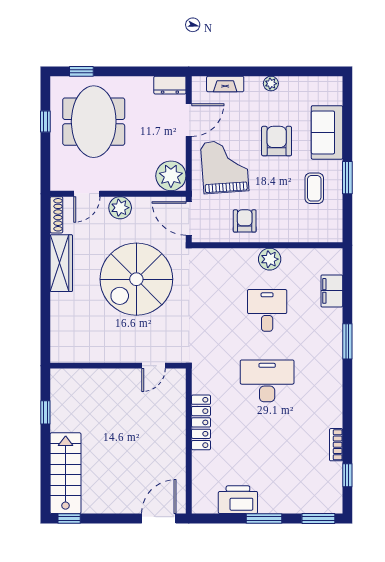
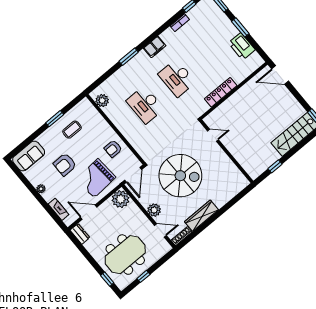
sofa: (327, 132) -> (29, 156), moved
plant: (270, 259) -> (102, 101), moved
filing cabinet: (332, 291) -> (155, 47), moved
desk: (267, 310) -> (145, 105), width x1.37

